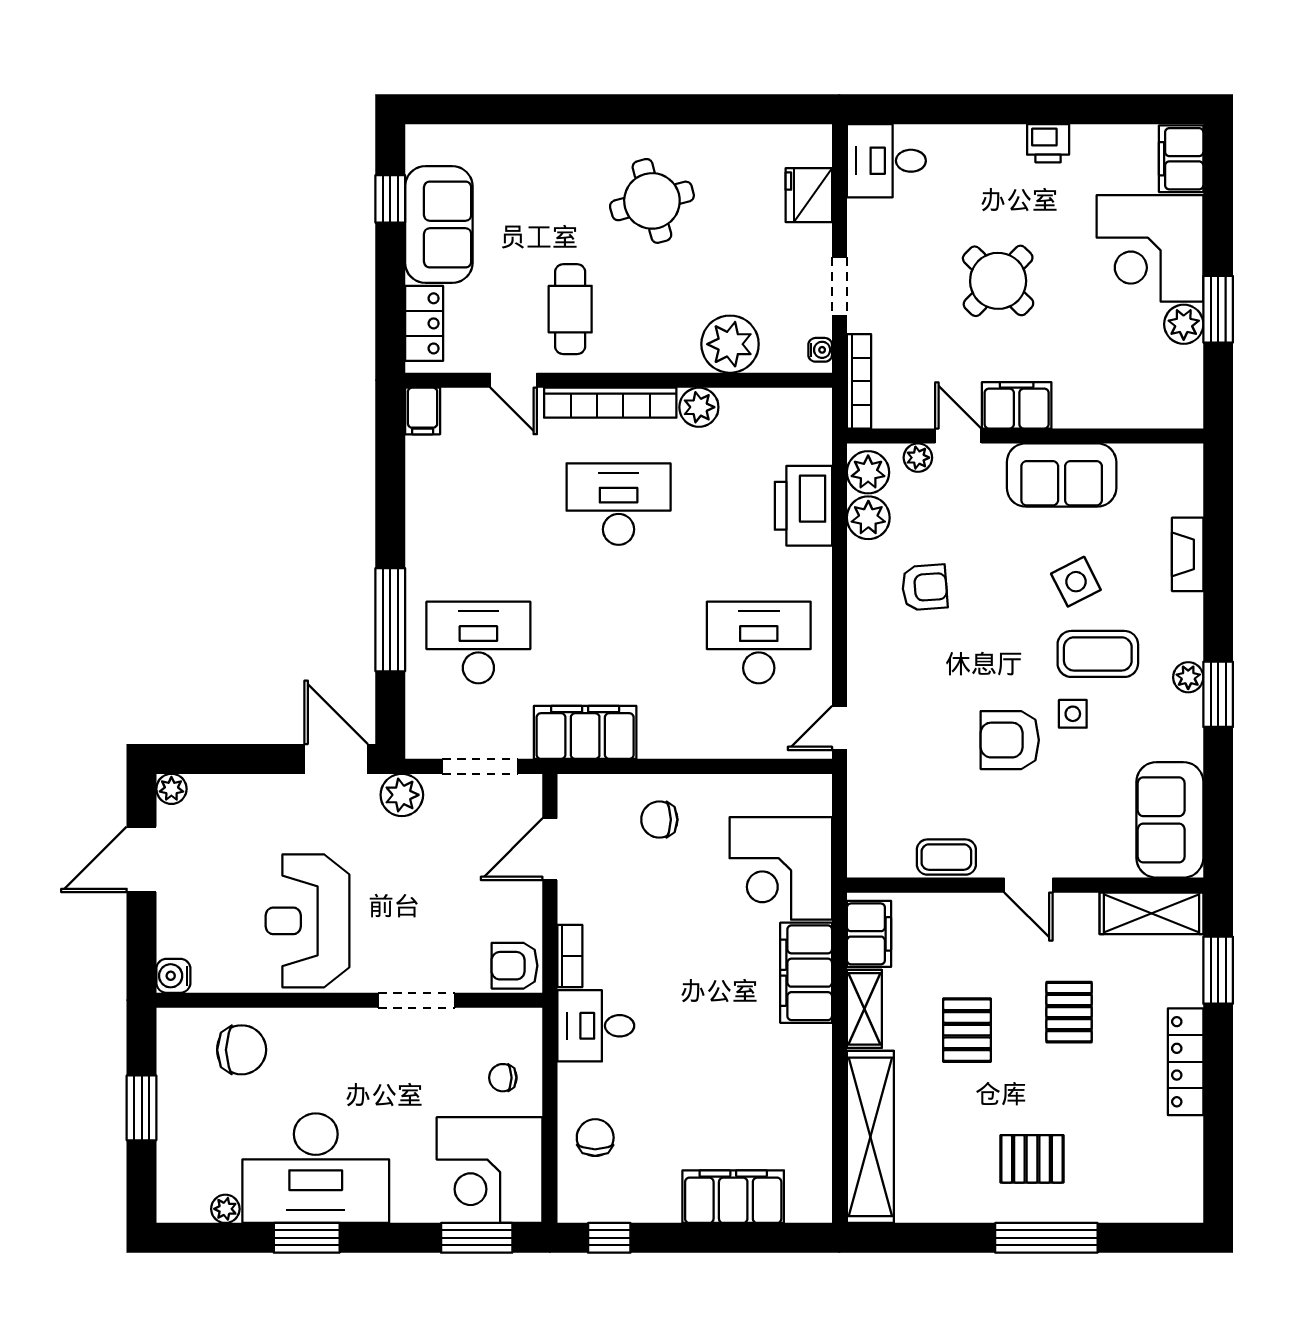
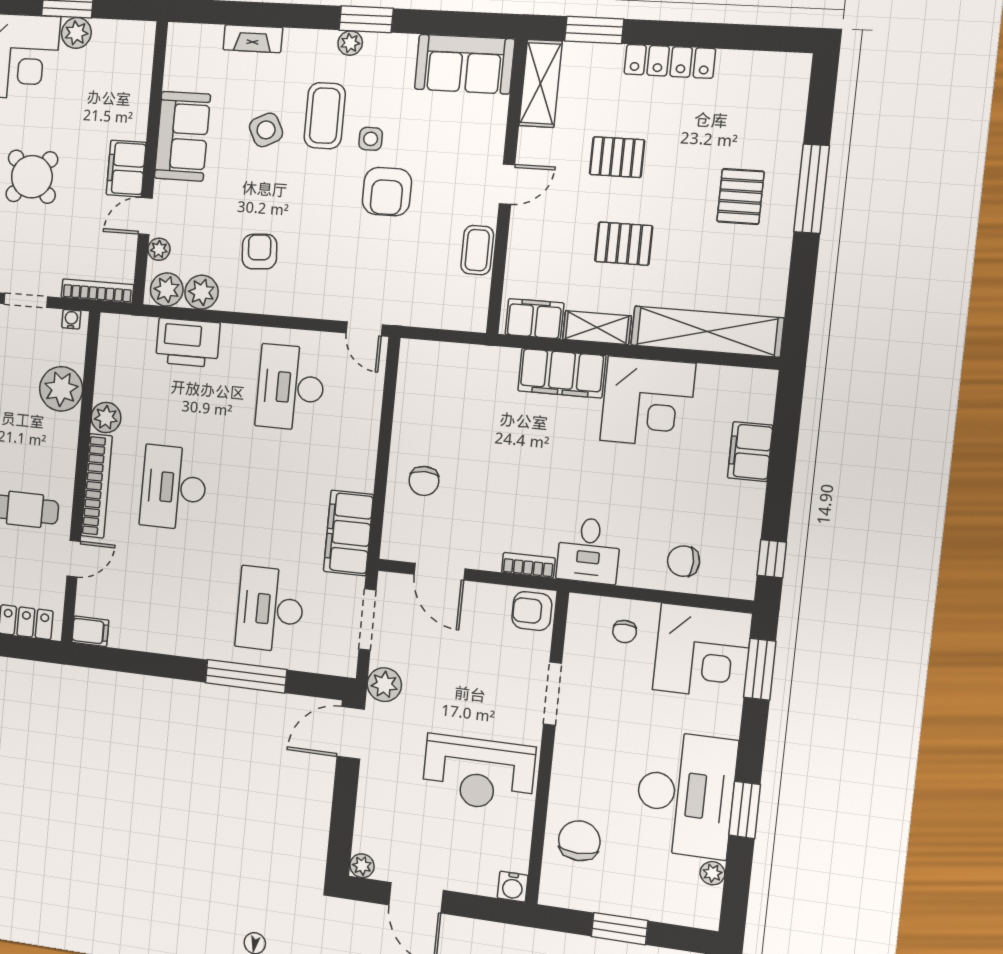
corner desk: (781, 868) -> (648, 402), moved
armchair: (515, 966) -> (532, 611), turned 90
filing cabinet: (733, 1197) -> (750, 452), width x0.67, depth x0.86

